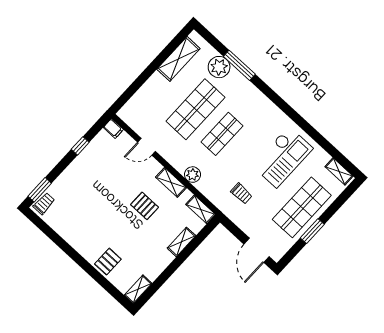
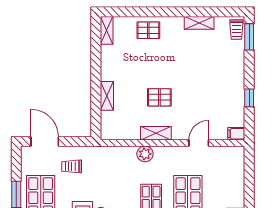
trolley: (241, 194) -> (72, 166), moved
shelving: (201, 209) -> (199, 23), moved
pallet: (108, 262) -> (148, 30), turned 90

